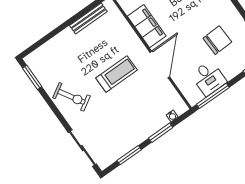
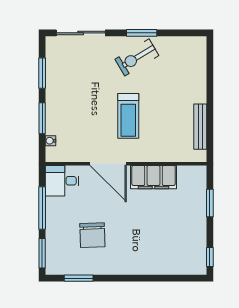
window: (32, 77) -> (142, 33), moved
desk: (209, 78) -> (62, 181), moved
window: (213, 96) -> (42, 208), moved

